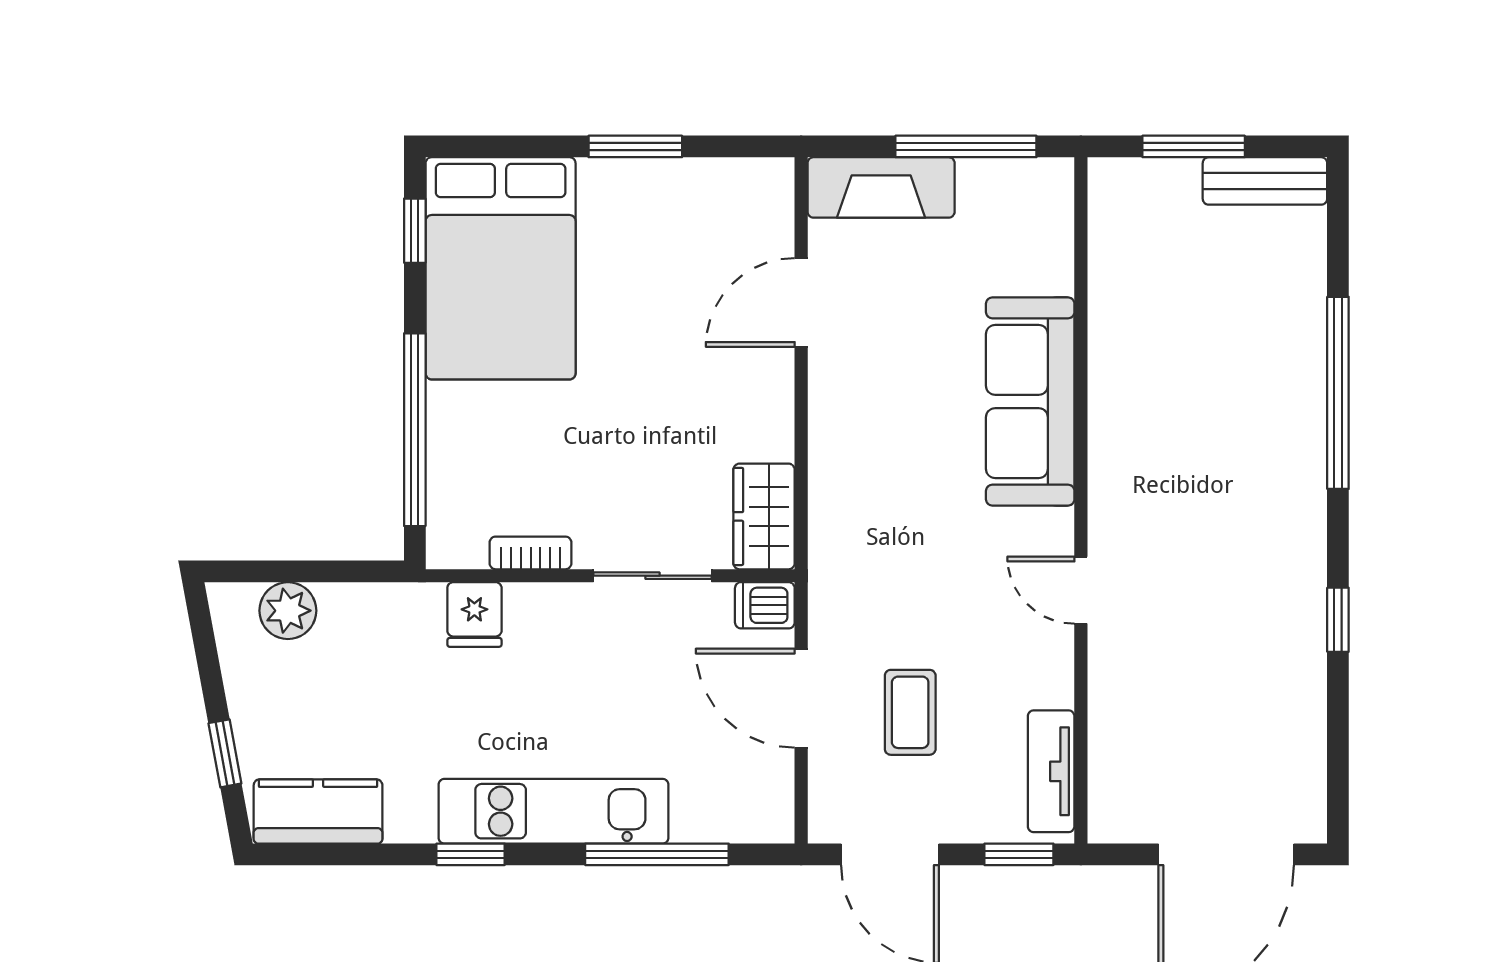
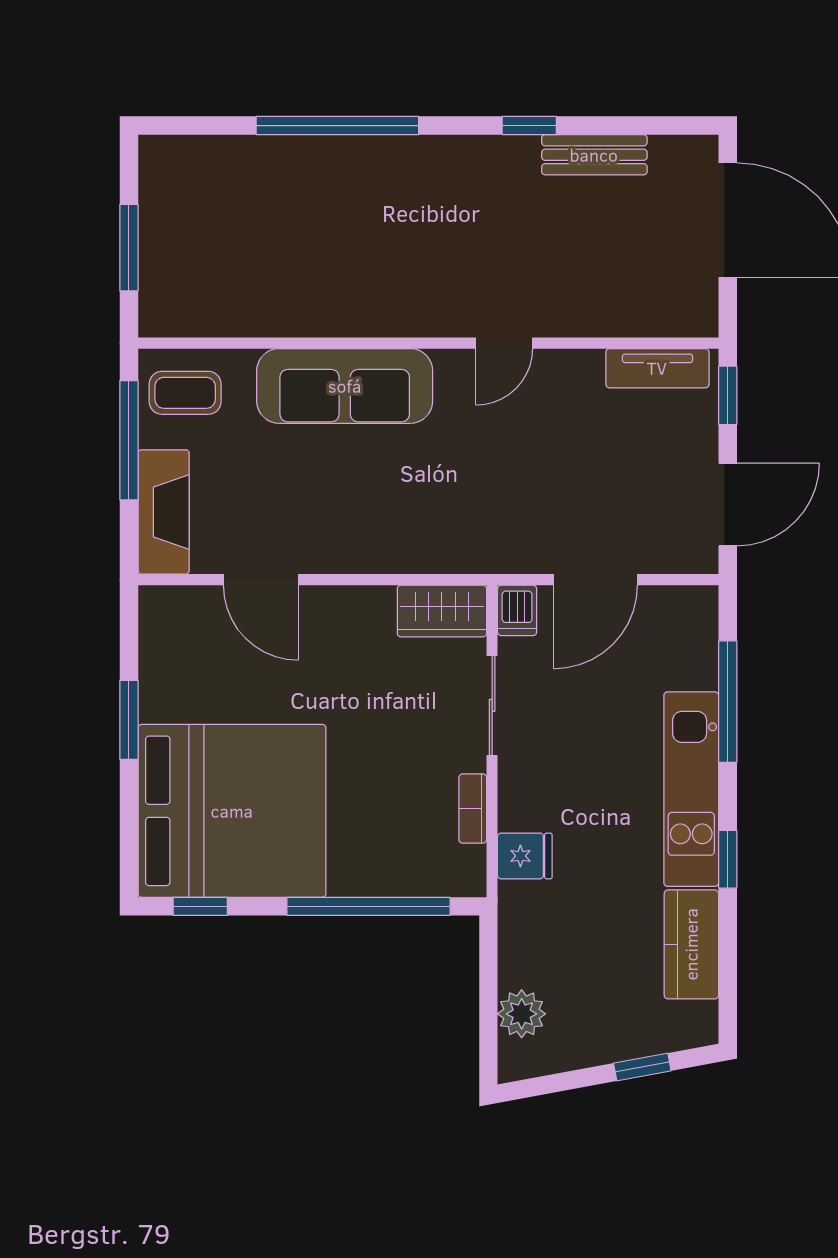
bench: (1265, 181) -> (594, 155), moved, turned 90
bed: (501, 268) -> (232, 811), width x1.36
coffee table: (910, 712) -> (185, 393), moved
kitchen counter: (318, 811) -> (691, 944), moved

